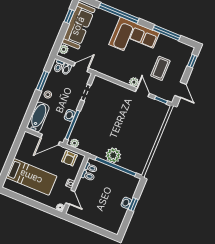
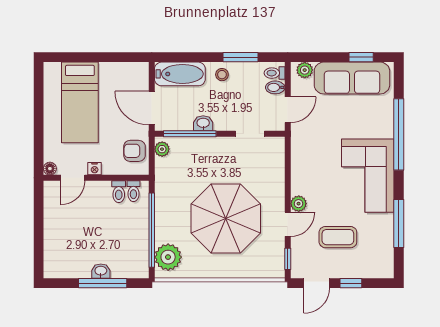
window: (192, 61) -> (351, 283), moved
door: (81, 67) -> (288, 110), hinge flipped
parasol: (126, 124) -> (226, 218), added
plant: (113, 155) -> (168, 257), moved
window: (133, 205) -> (103, 283), width x2.17

